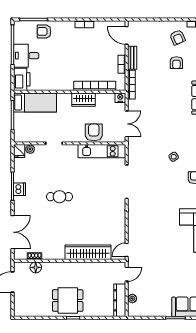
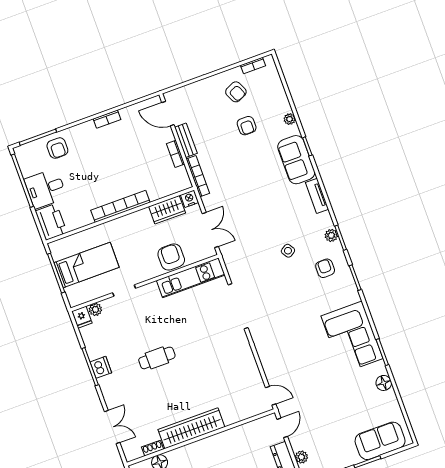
armchair: (44, 31) -> (57, 148), turned -90
bookcase: (95, 86) -> (120, 206), moved
wardrobe: (84, 100) -> (167, 210), moved
bed: (35, 103) -> (87, 265), moved
double door: (13, 232) -> (112, 427), width x0.73
door: (127, 250) -> (271, 396), swing flipped
wardrobe: (88, 252) -> (191, 428), moved

